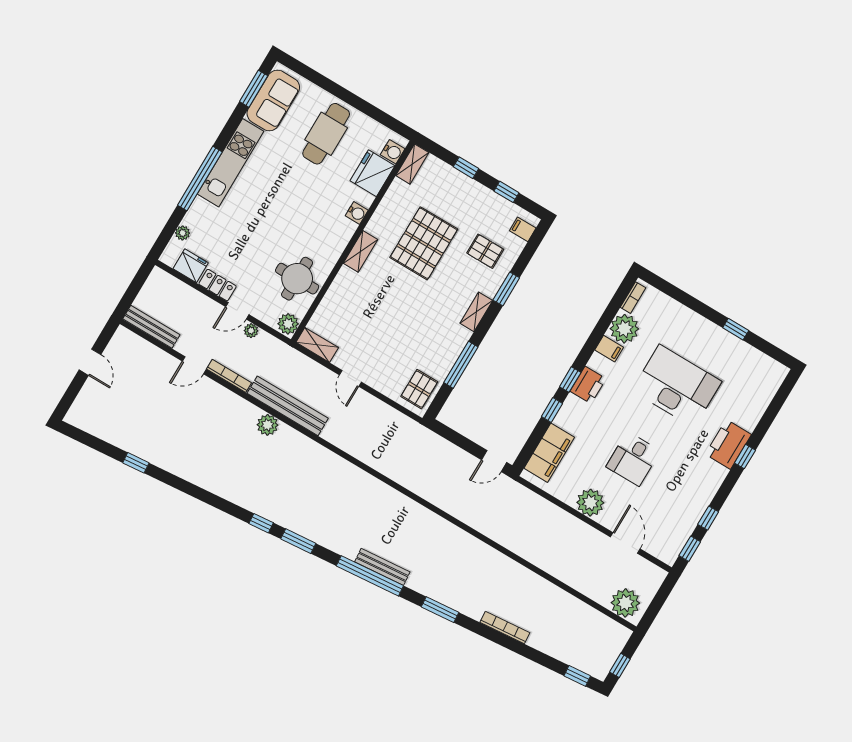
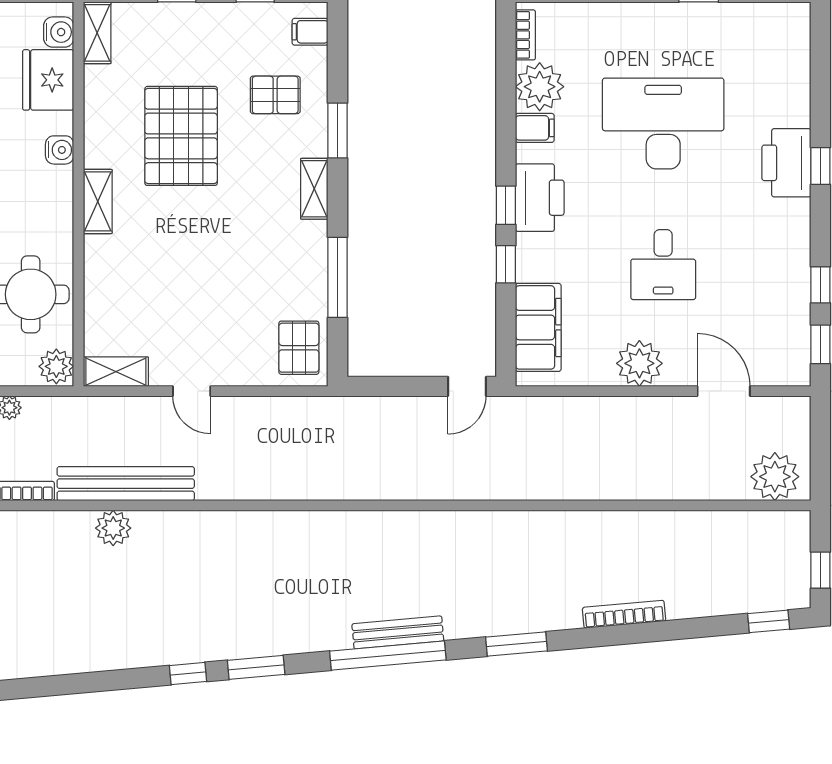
printer: (588, 385) -> (540, 198), width x1.37, depth x1.19

